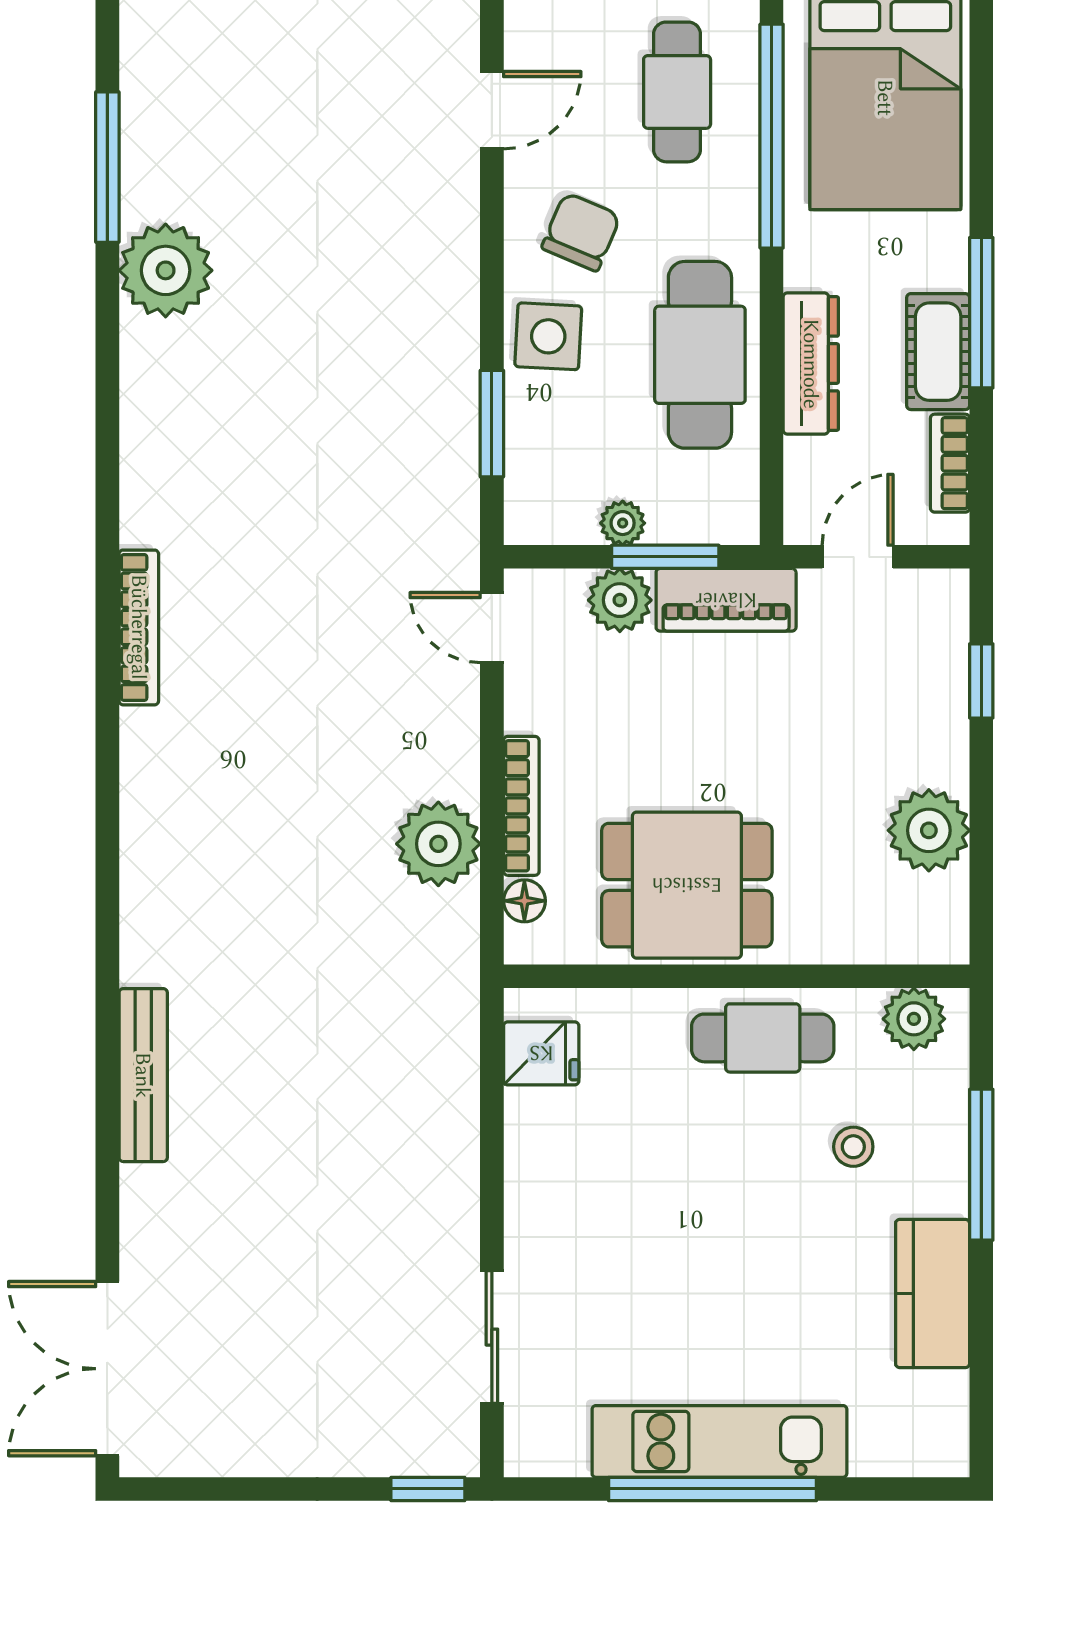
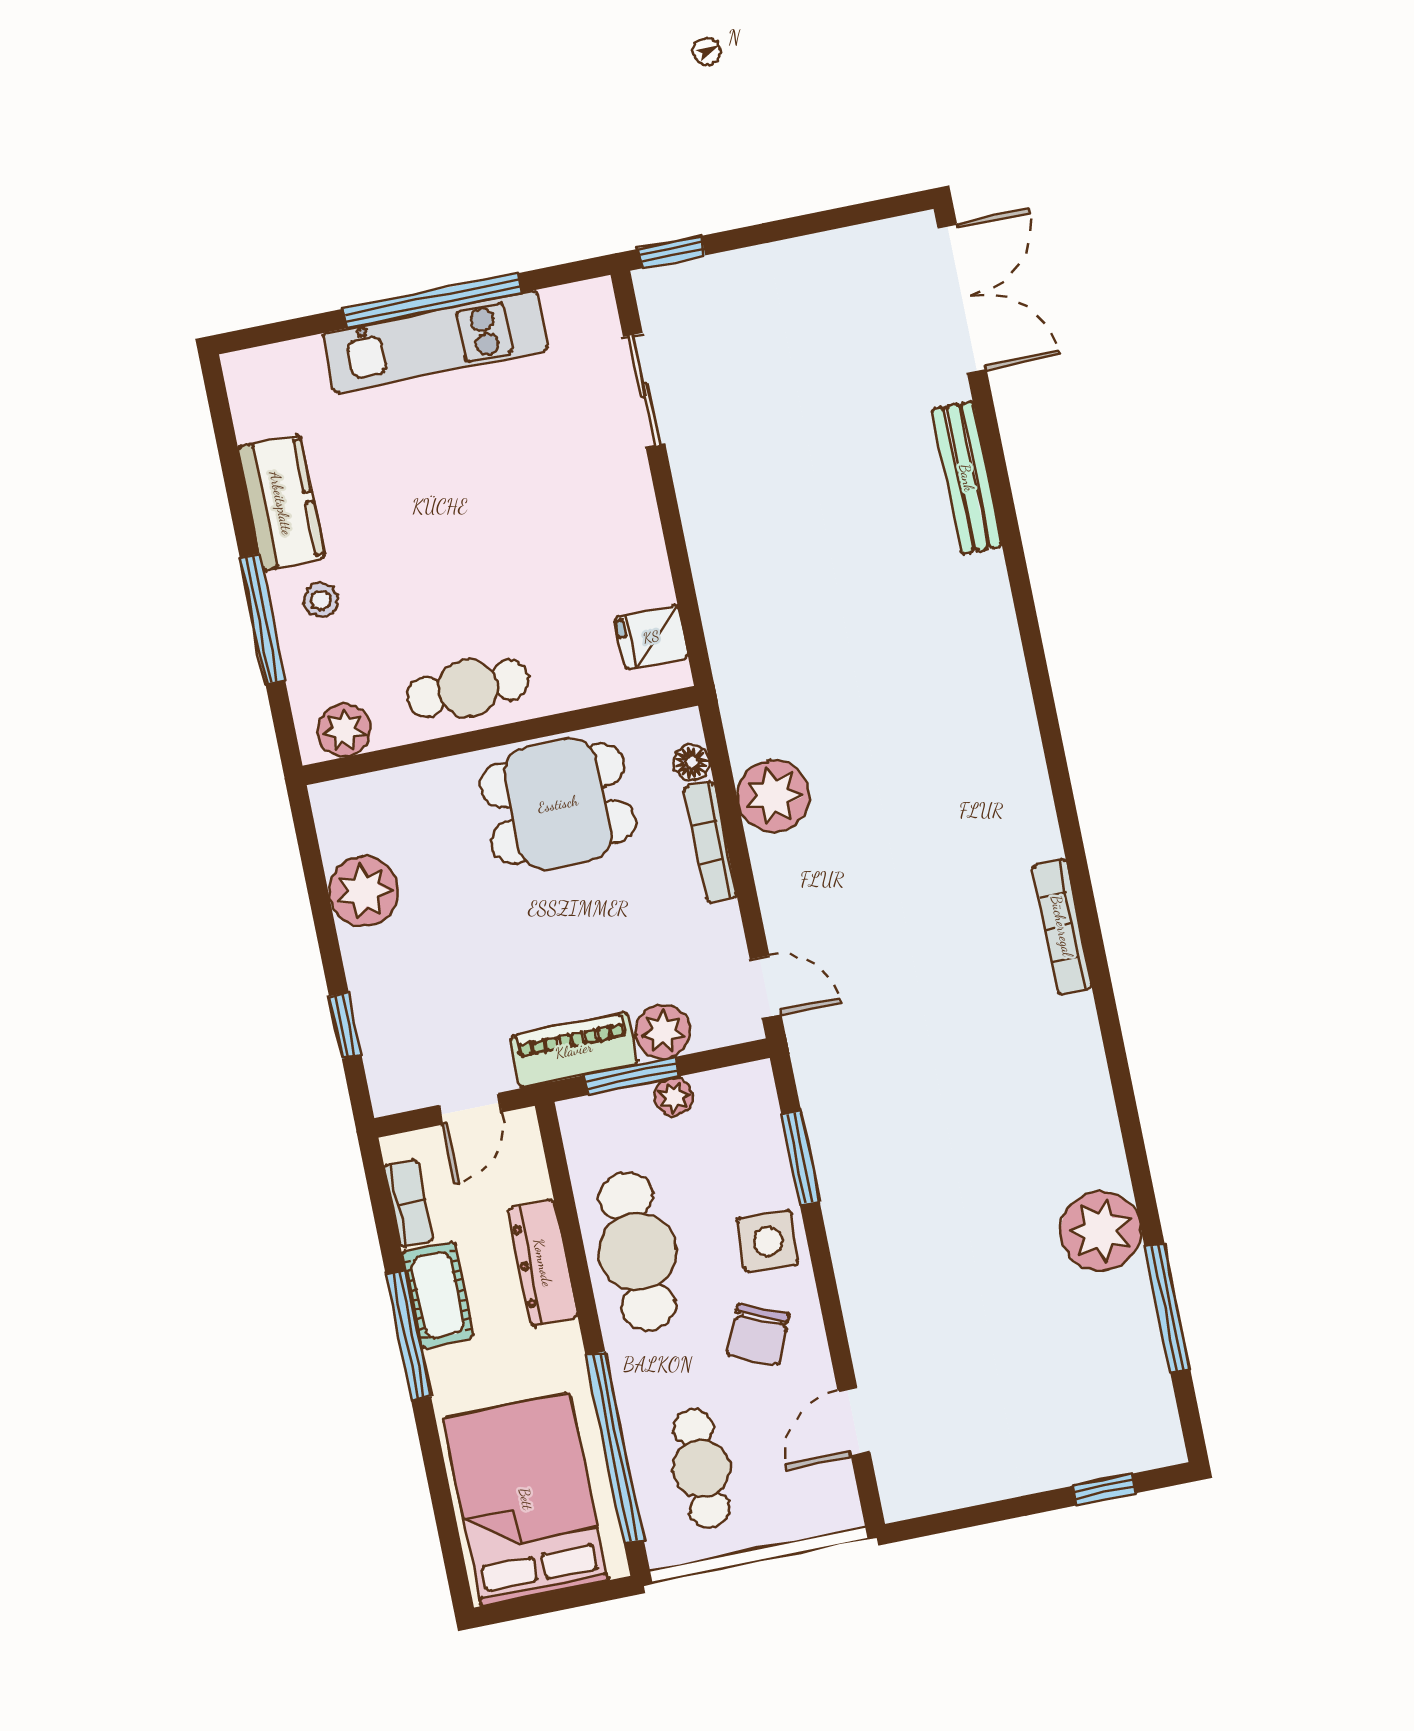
bench: (143, 1075) -> (967, 478), moved
stool: (853, 1147) -> (321, 600), moved

